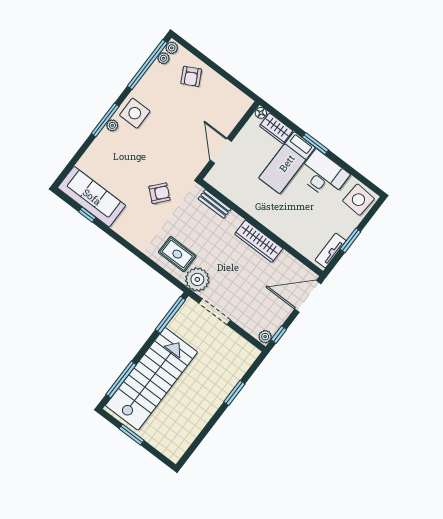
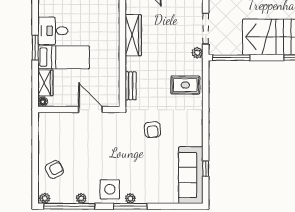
plant: (163, 58) -> (81, 198), moved
door: (221, 151) -> (90, 109), swing flipped
desk: (323, 175) -> (53, 31), width x0.73
armchair: (159, 193) -> (152, 130), turned -136
rug: (177, 254) -> (185, 85), turned 90
plant: (197, 279) -> (197, 53), width x0.53, depth x0.53

